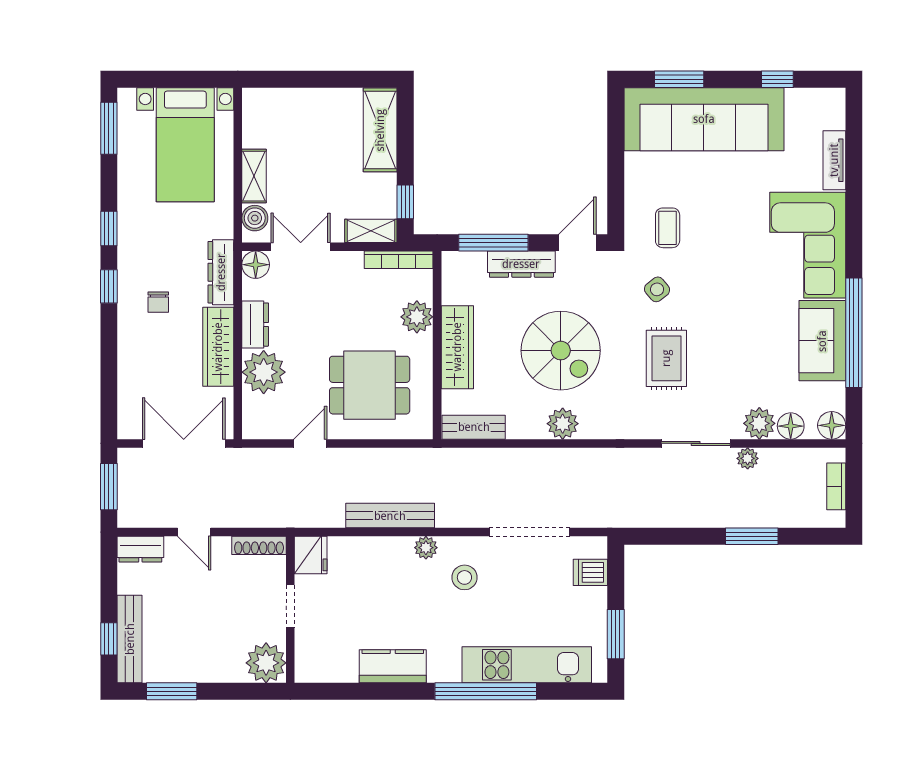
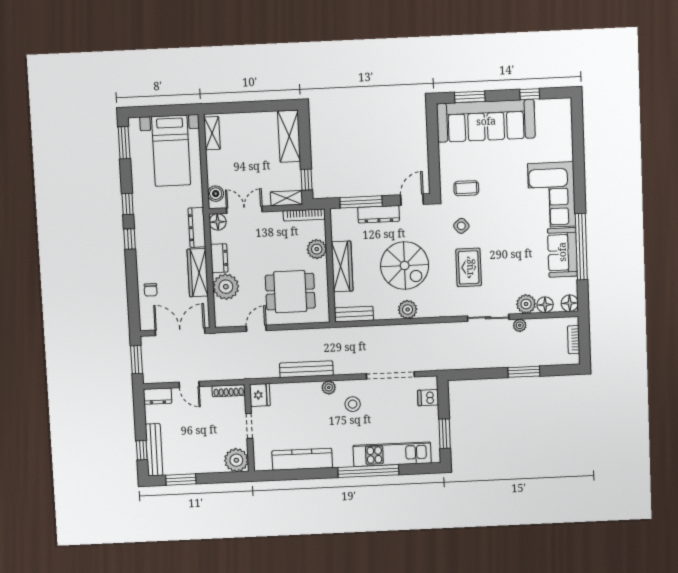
tv unit: (834, 160) -> (566, 142), removed
shelving: (254, 176) -> (212, 133), moved
coffee table: (668, 228) -> (466, 188), turned 90
chair: (158, 302) -> (151, 290), moved
kitchen counter: (393, 666) -> (302, 459), width x1.50

